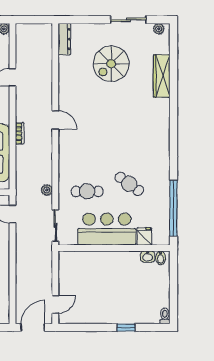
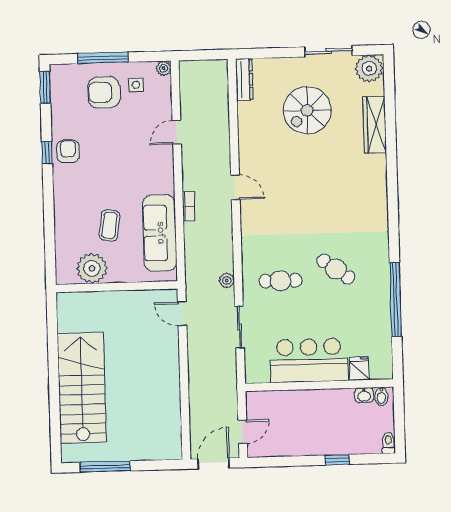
plant: (159, 29) -> (369, 68), width x1.87, depth x1.87
bar counter: (107, 229) -> (309, 360), moved
fridge: (144, 236) -> (359, 369), moved
wall: (114, 248) -> (319, 385), moved
washbasin: (148, 257) -> (364, 395), moved
bidet: (161, 258) -> (381, 396), moved

